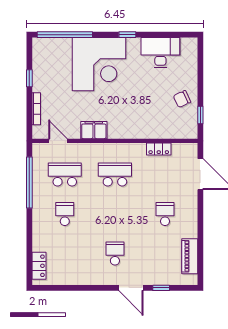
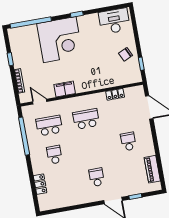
desk: (160, 53) -> (114, 21), moved
locker: (39, 266) -> (40, 184), moved

